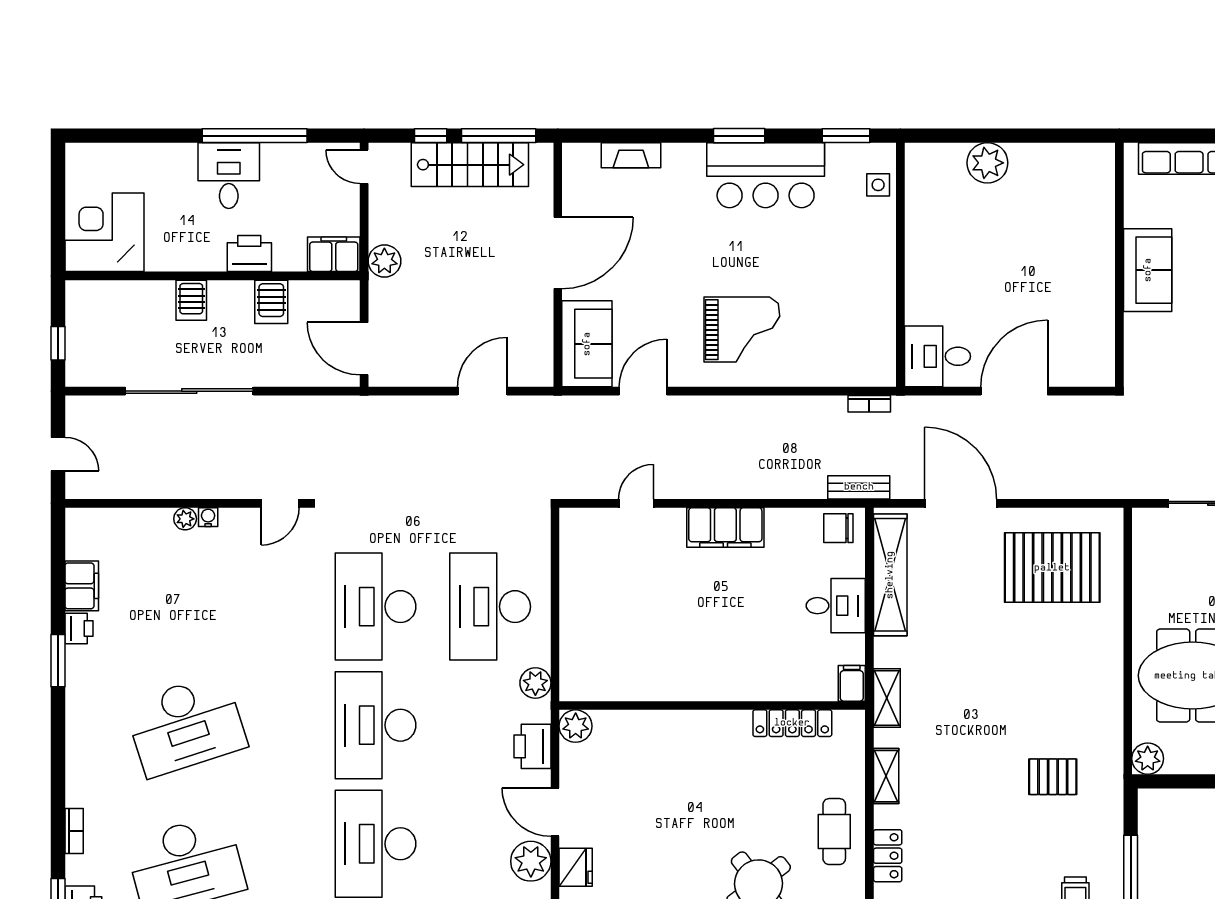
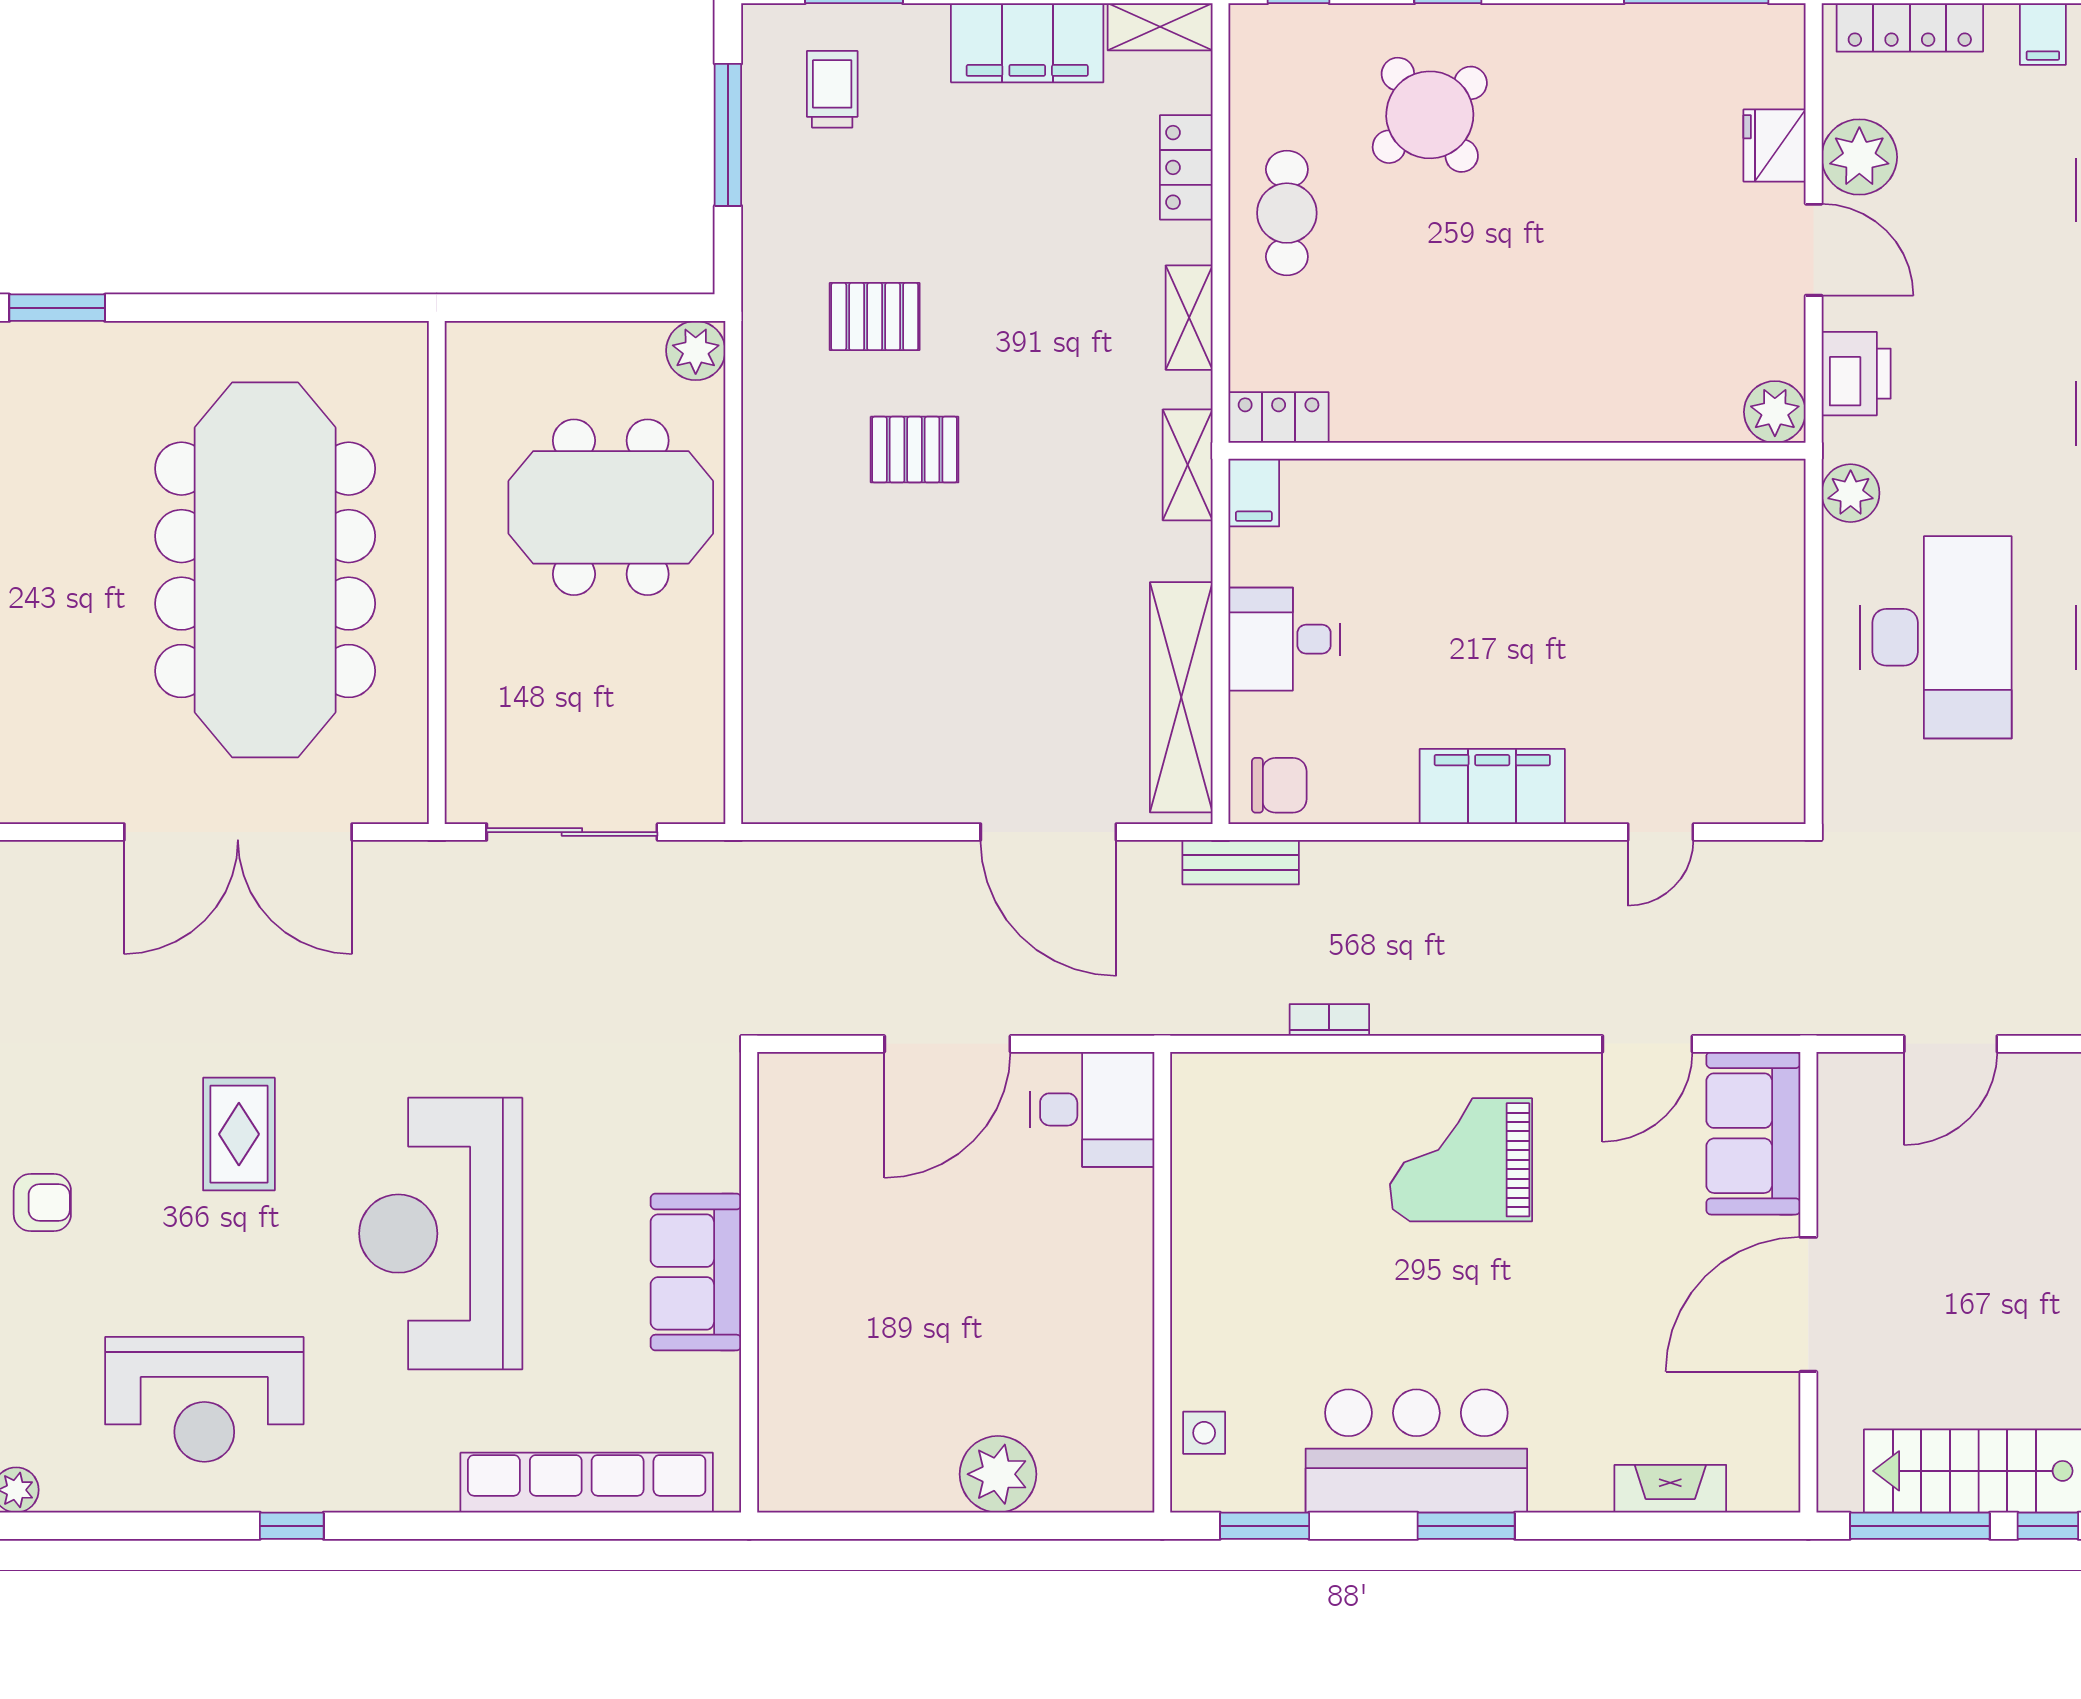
bookcase: (869, 404) -> (1329, 1020), moved
pallet: (1052, 568) -> (915, 450), moved, width x0.49, depth x0.50
locker: (792, 723) -> (1279, 417), moved, width x0.66

